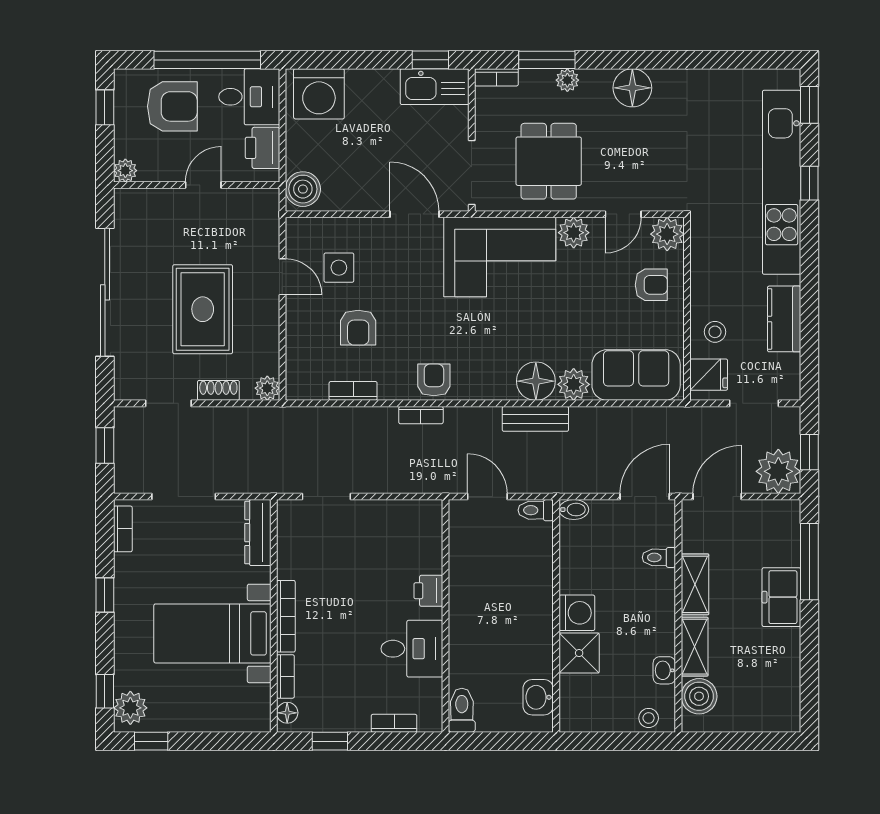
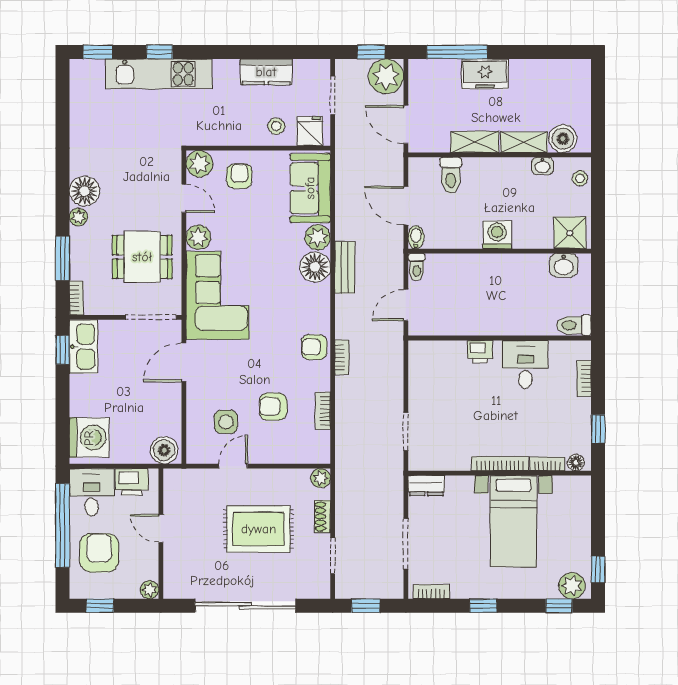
plant: (567, 80) -> (78, 217), moved
kitchen unit: (782, 182) -> (159, 74), width x0.73
armchair: (358, 328) -> (273, 407), turned 180
door: (645, 497) -> (406, 206), moved
dresser: (258, 533) -> (426, 486), width x0.70
toilet: (659, 557) -> (451, 175), width x1.37, depth x1.39
shower: (579, 653) -> (570, 233), moved

